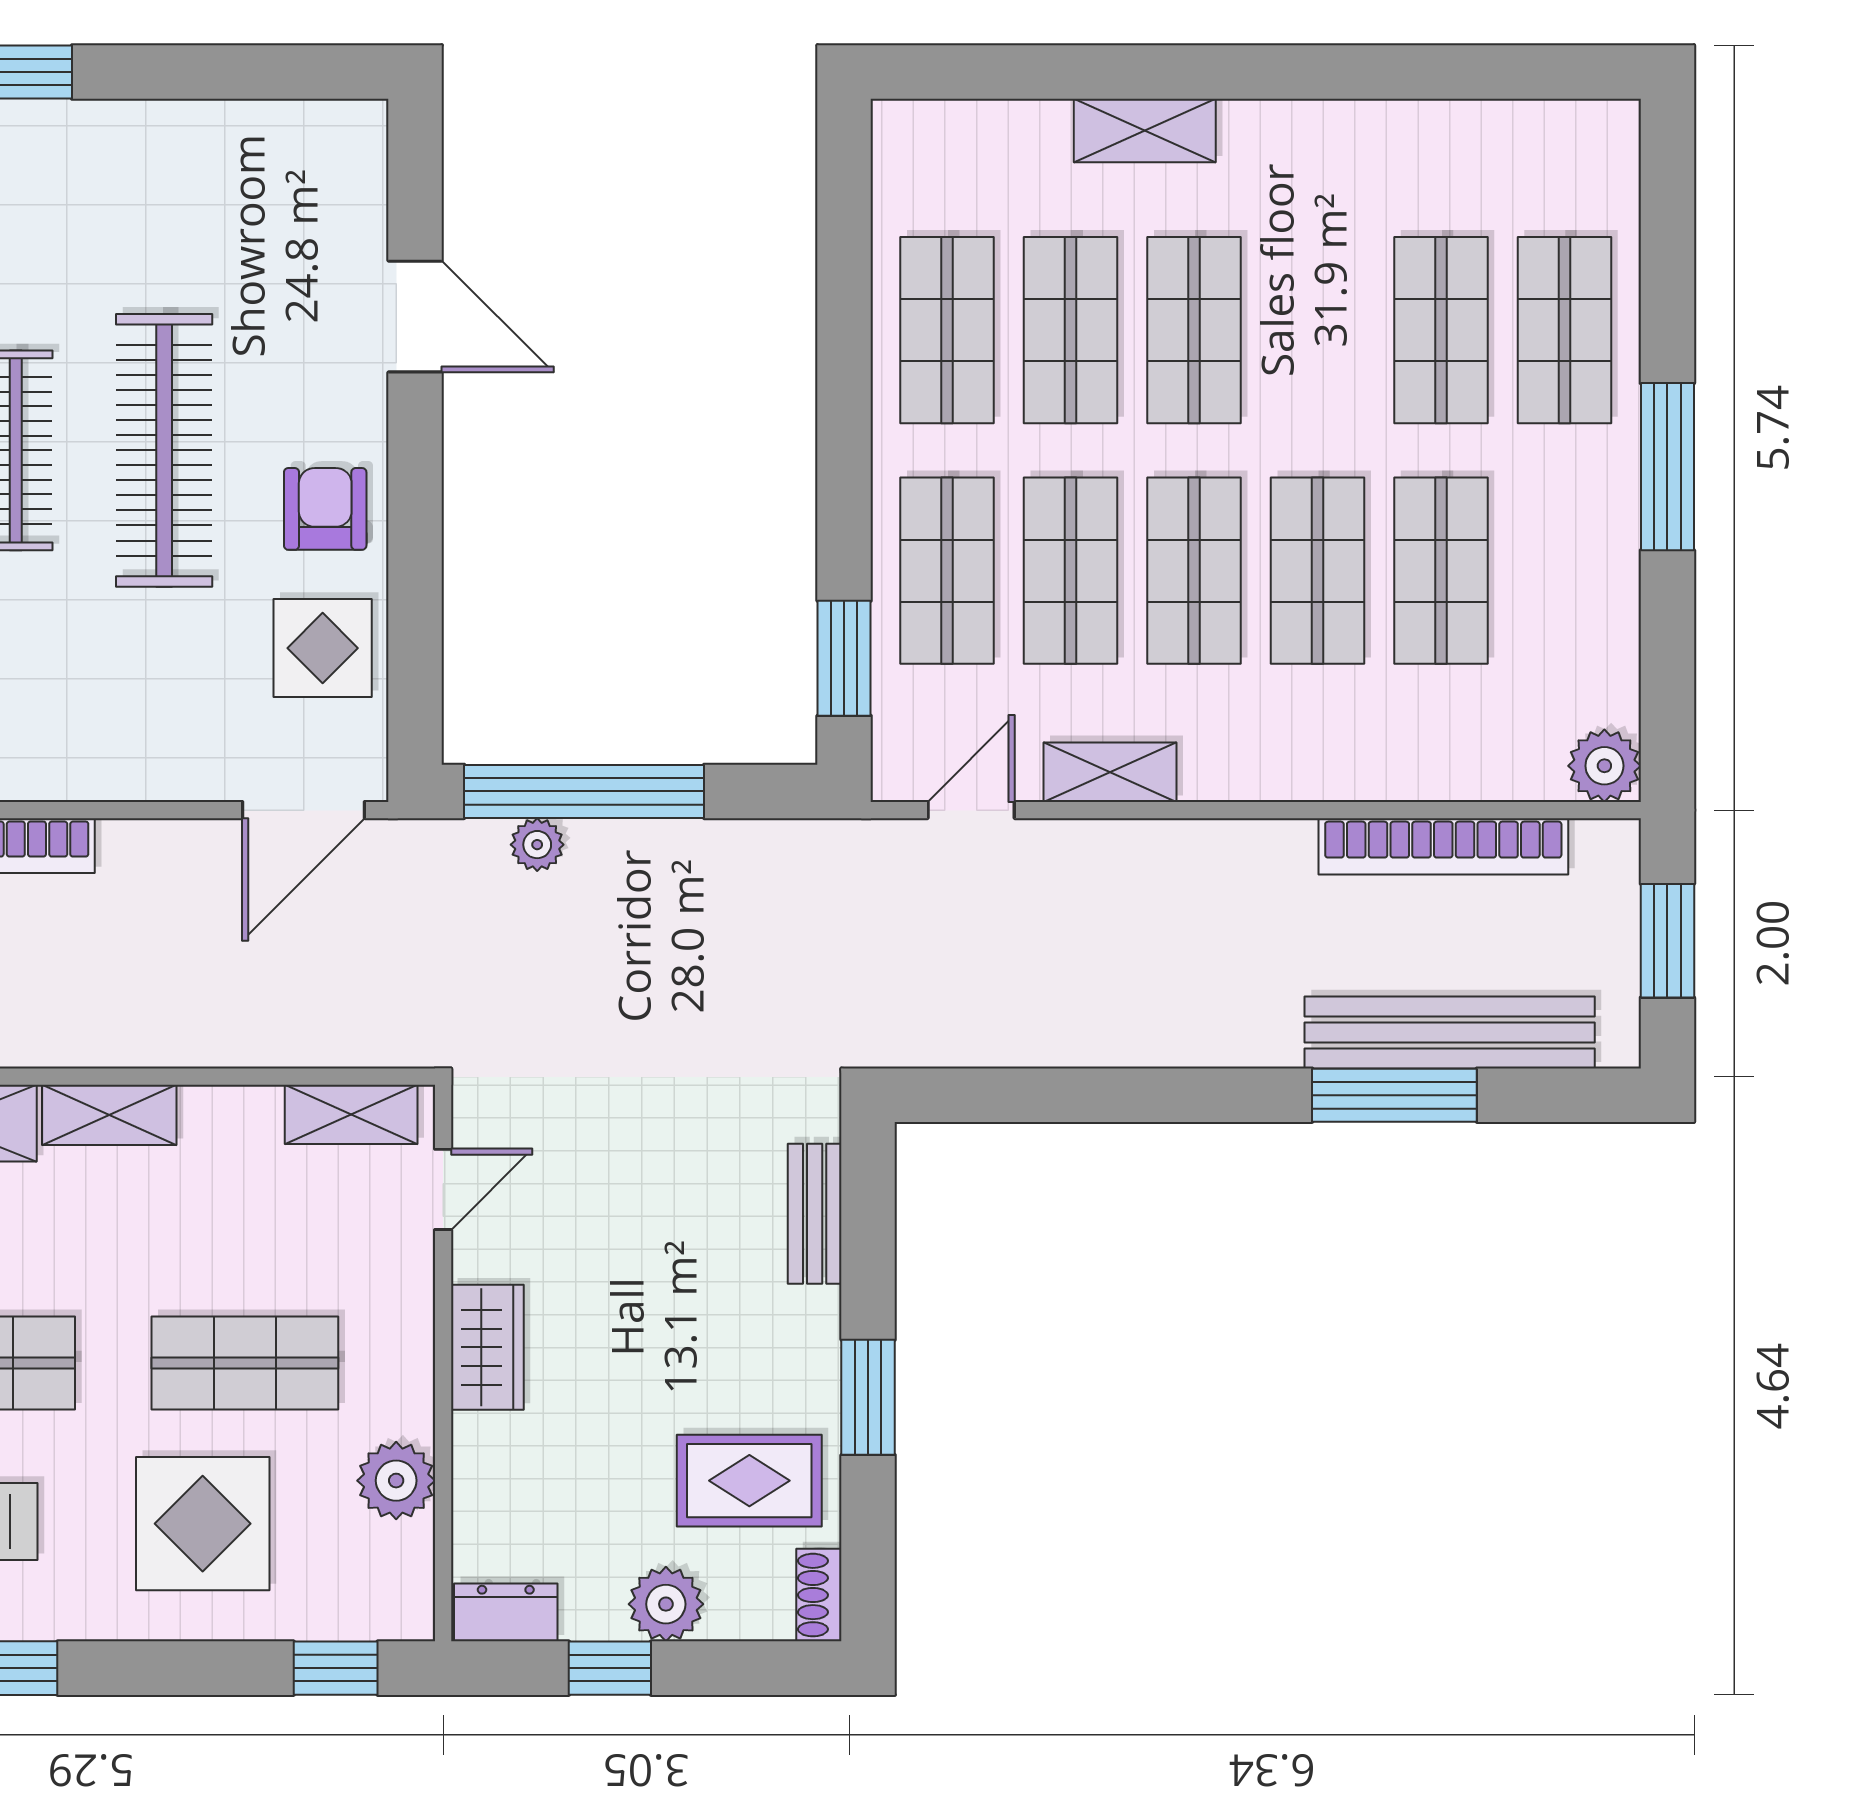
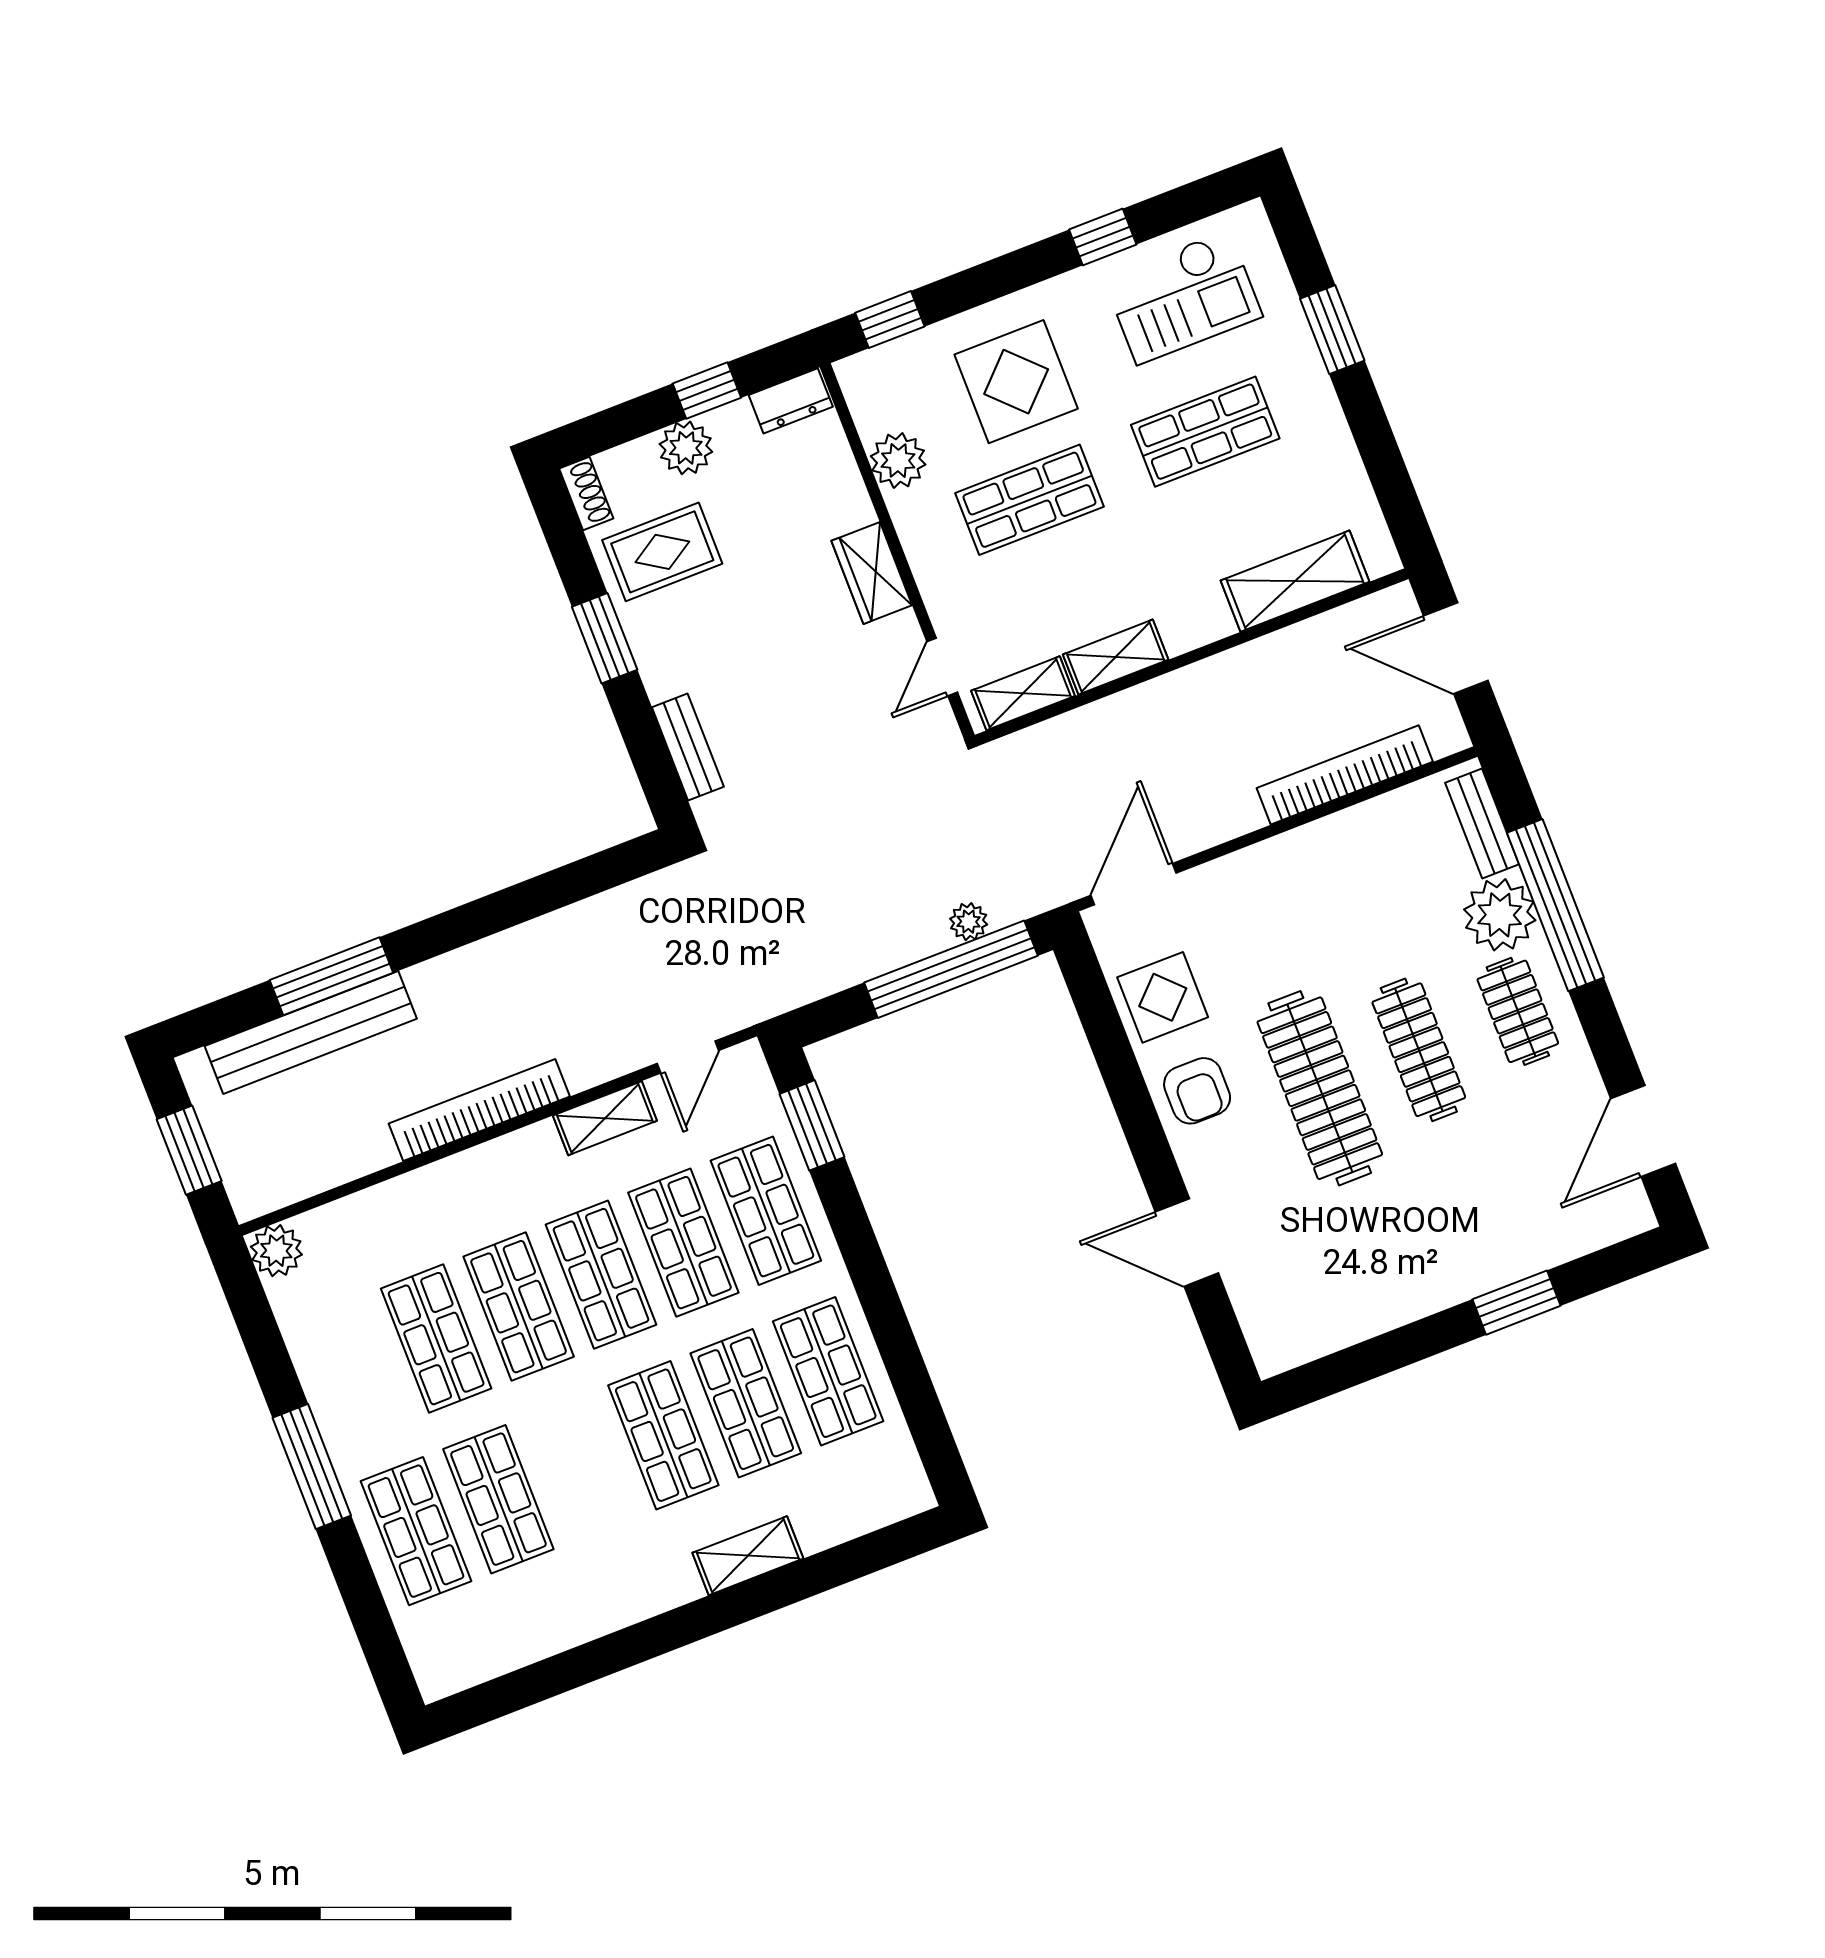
bookcase: (1443, 846) -> (479, 1110), moved
shelving: (109, 1115) -> (1116, 657), moved

